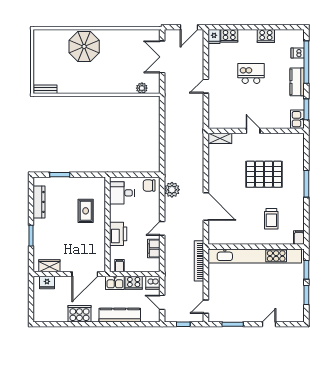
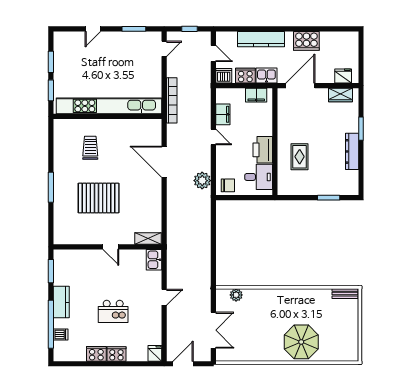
cooker: (229, 36) -> (116, 354), moved
kitchen sink: (297, 119) -> (154, 260), moved, turned 180
dresser: (39, 202) -> (352, 151), moved
door: (162, 228) -> (213, 137), hinge flipped
printer: (118, 234) -> (263, 150), moved
filing cabinet: (299, 238) -> (59, 127), removed
filing cabinet: (119, 266) -> (256, 95), width x2.00

